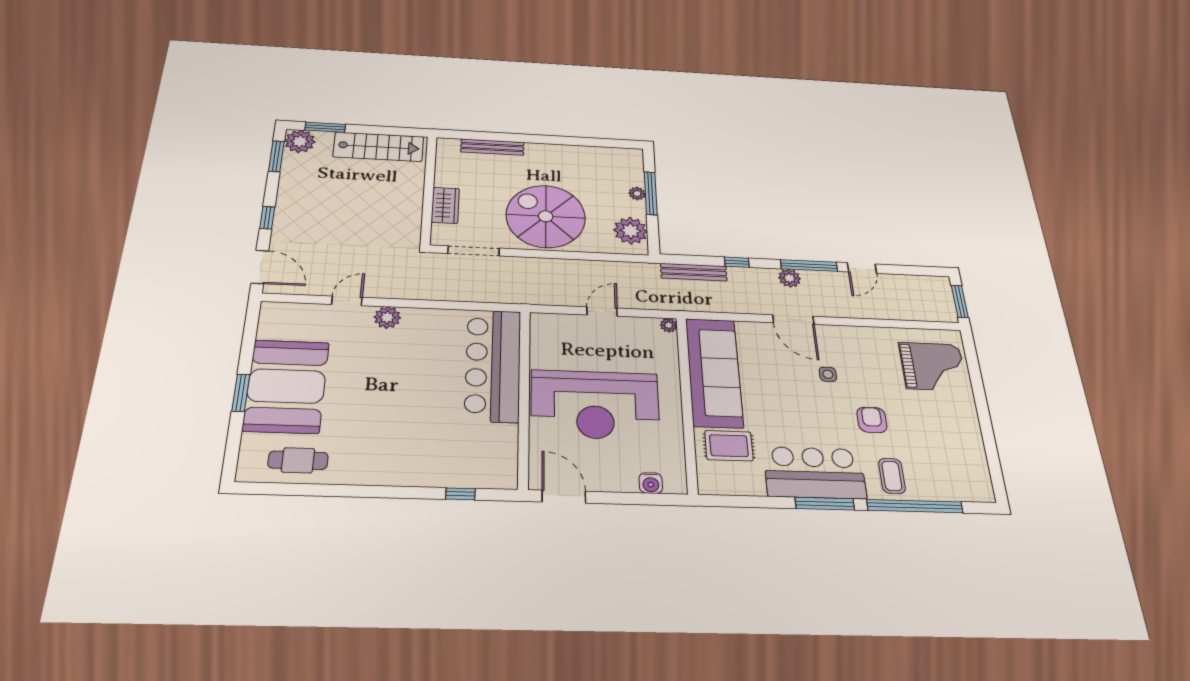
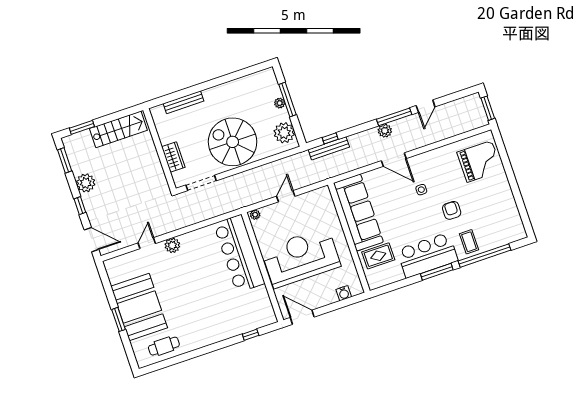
plant: (300, 141) -> (86, 183), moved
window: (737, 262) -> (330, 138), moved
plant: (669, 325) -> (255, 215), moved
reception desk: (595, 405) -> (301, 257), turned 180

